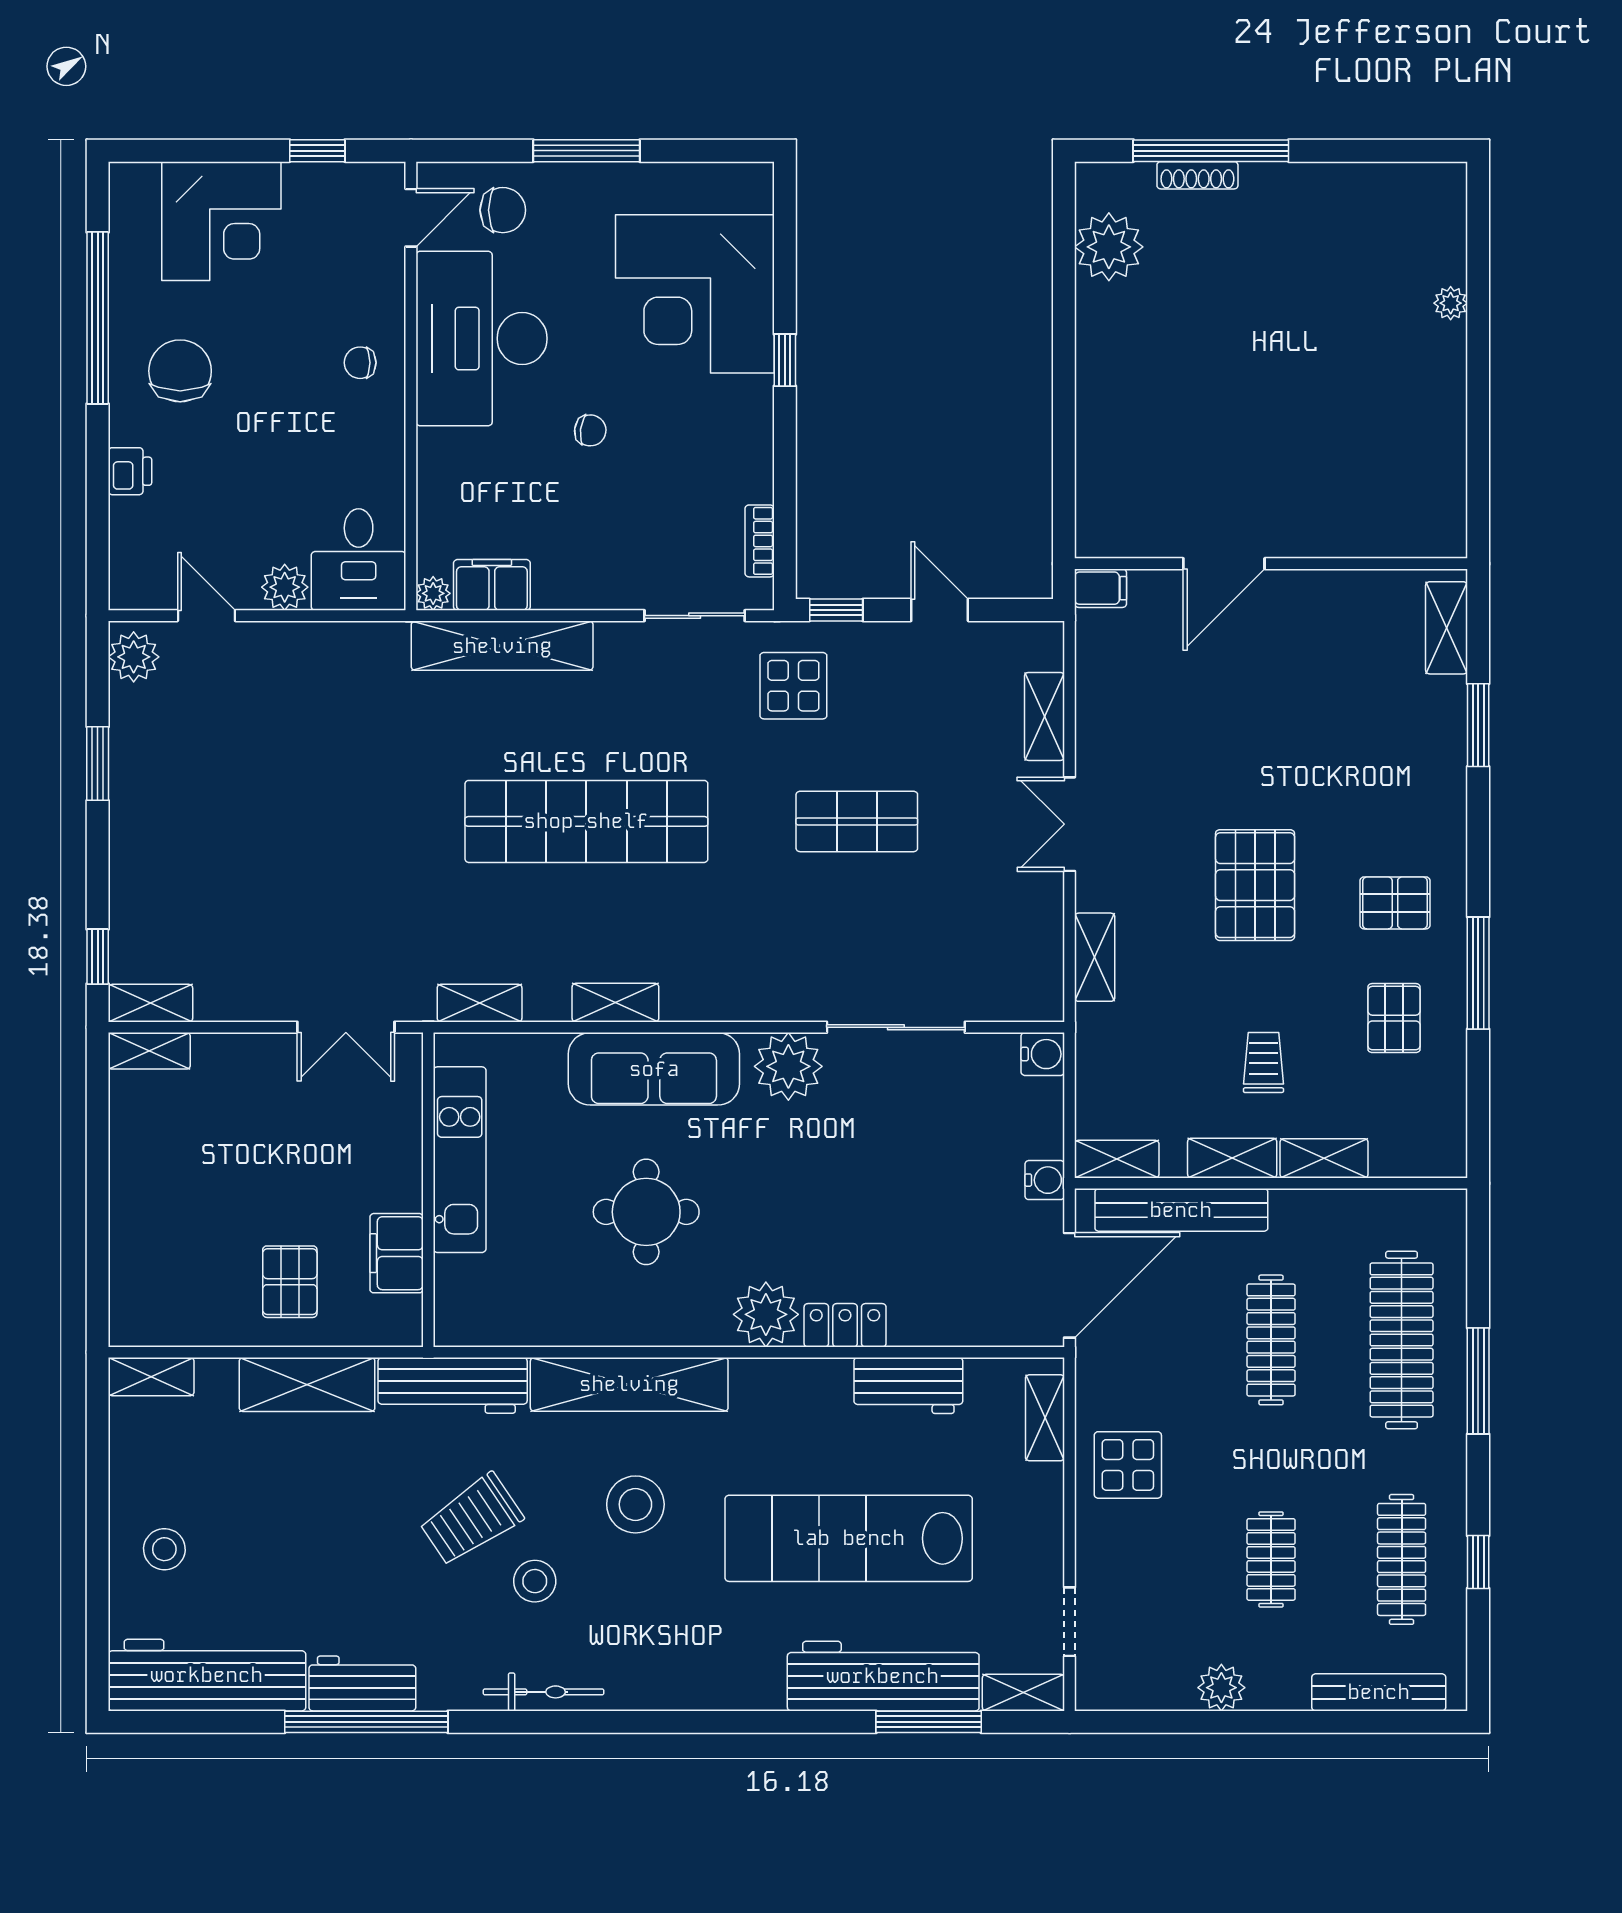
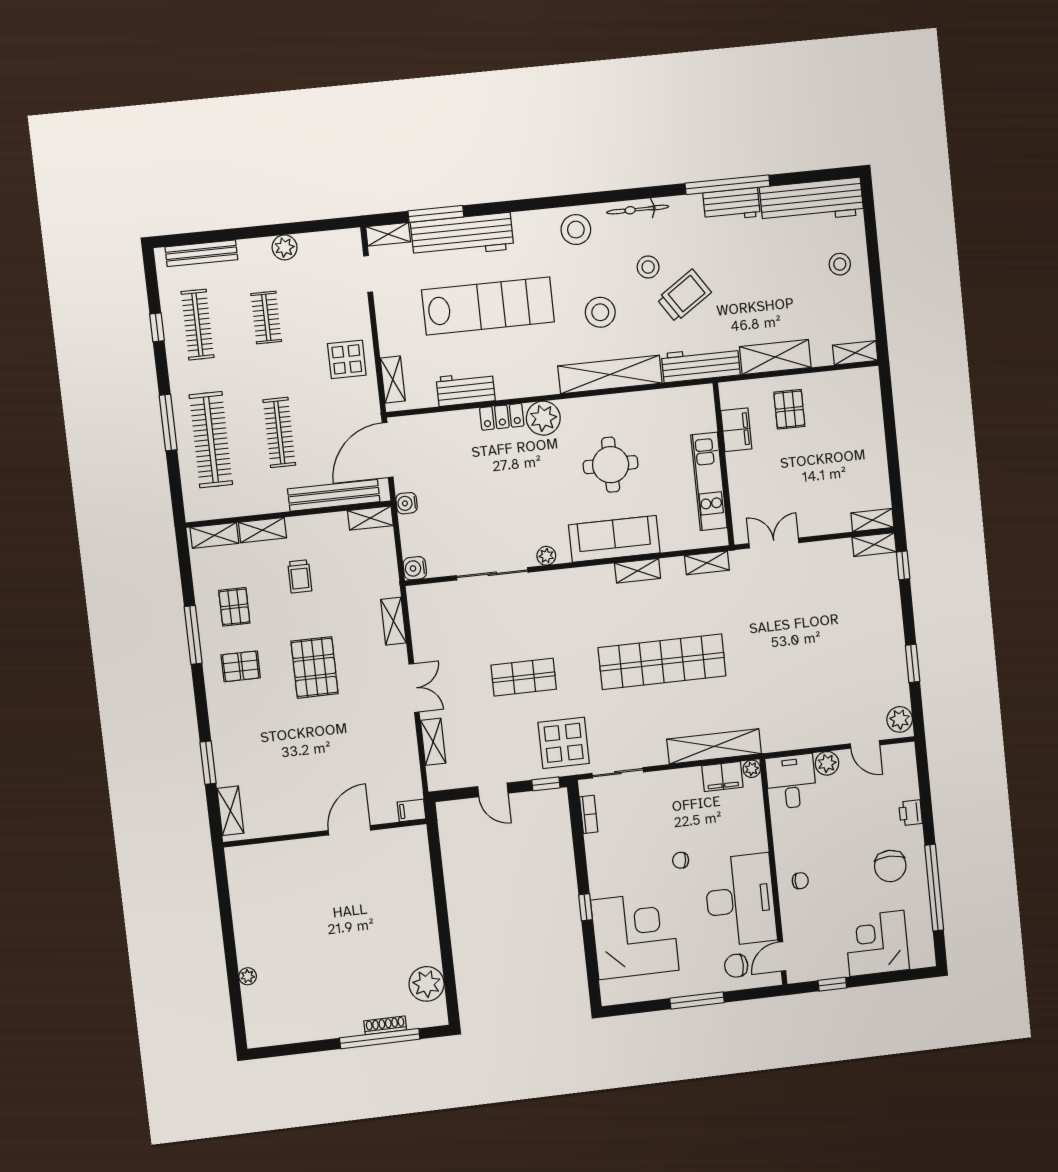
display table: (793, 686) -> (564, 743), width x1.36, depth x1.36
plant: (788, 1066) -> (546, 556), width x0.53, depth x0.53
shelving: (1232, 1158) -> (214, 535), moved
stool: (666, 1666) -> (576, 230), added

